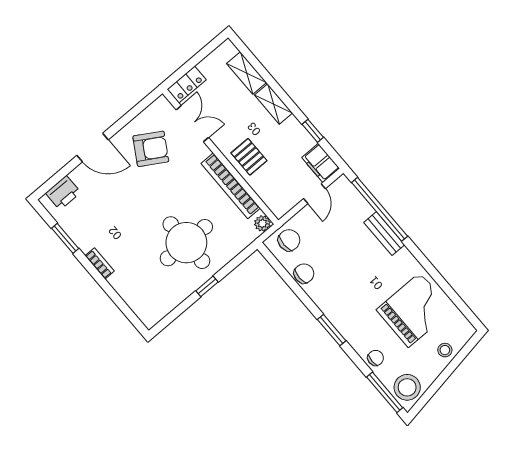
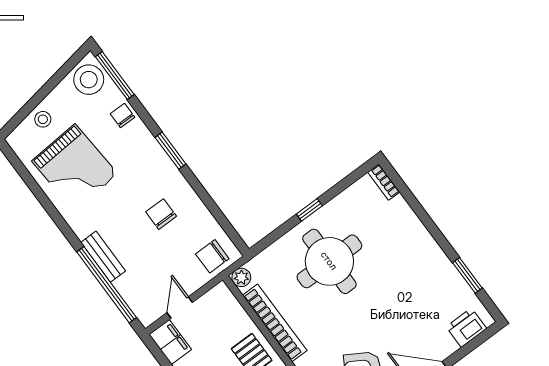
bookcase: (100, 263) -> (384, 182), moved
chair: (304, 274) -> (161, 214), moved, turned 90
grand piano: (414, 310) -> (75, 167), turned -94
chair: (376, 358) -> (122, 116), turned 90

